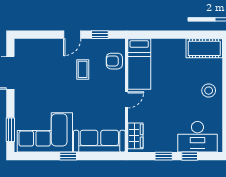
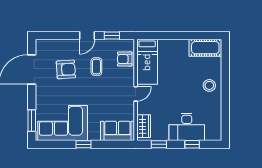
armchair: (48, 73) -> (66, 69), added
desk: (197, 137) -> (187, 127), moved
sofa: (99, 141) -> (117, 131), width x0.73
window: (164, 156) -> (159, 144), moved

